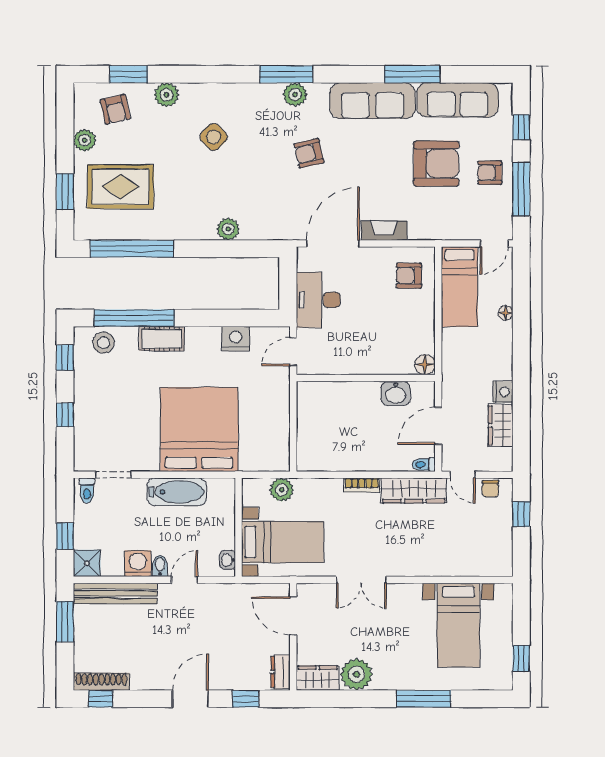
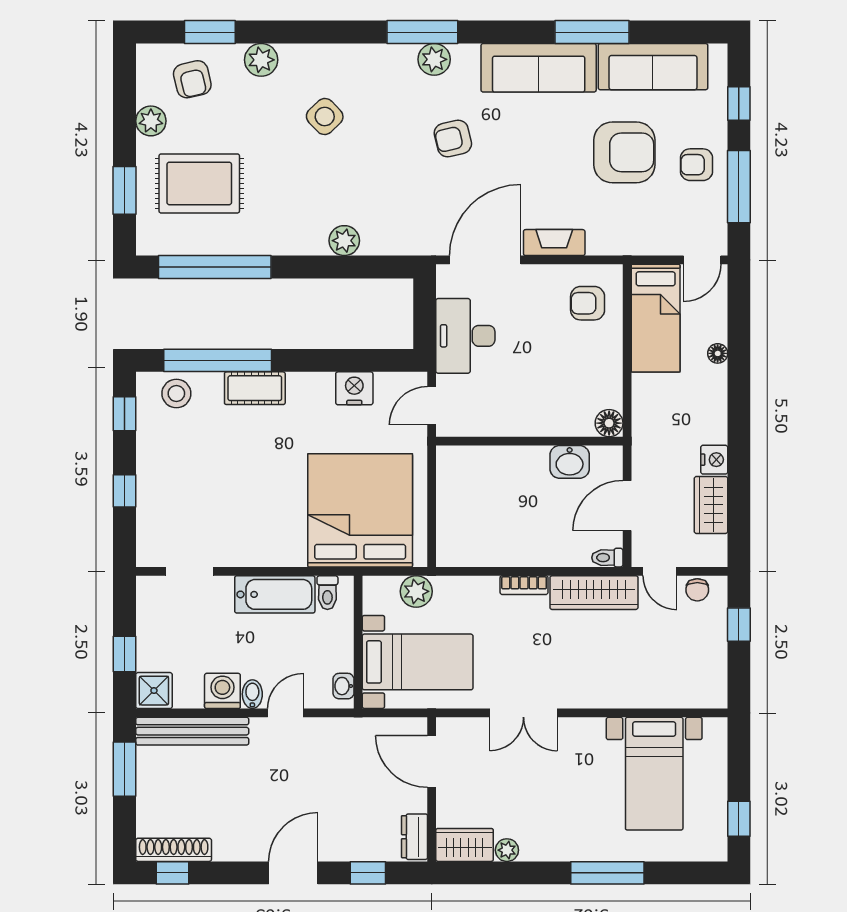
bed: (199, 429) -> (360, 510), moved
toilet: (87, 491) -> (327, 593), moved
plant: (356, 674) -> (507, 850), width x0.53, depth x0.53

